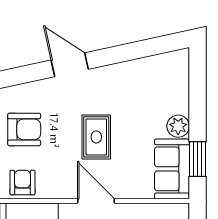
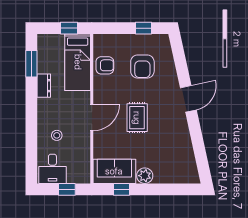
rug: (96, 137) -> (137, 118), turned 90
window: (197, 159) -> (121, 189), width x0.67

